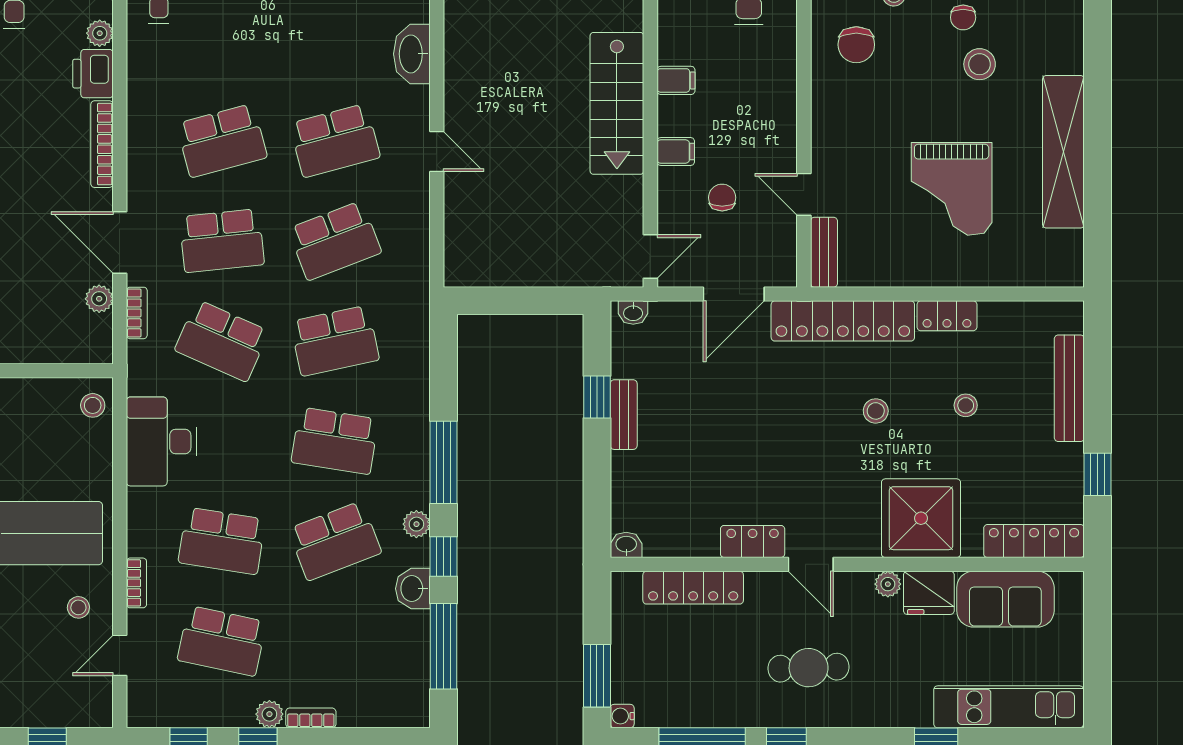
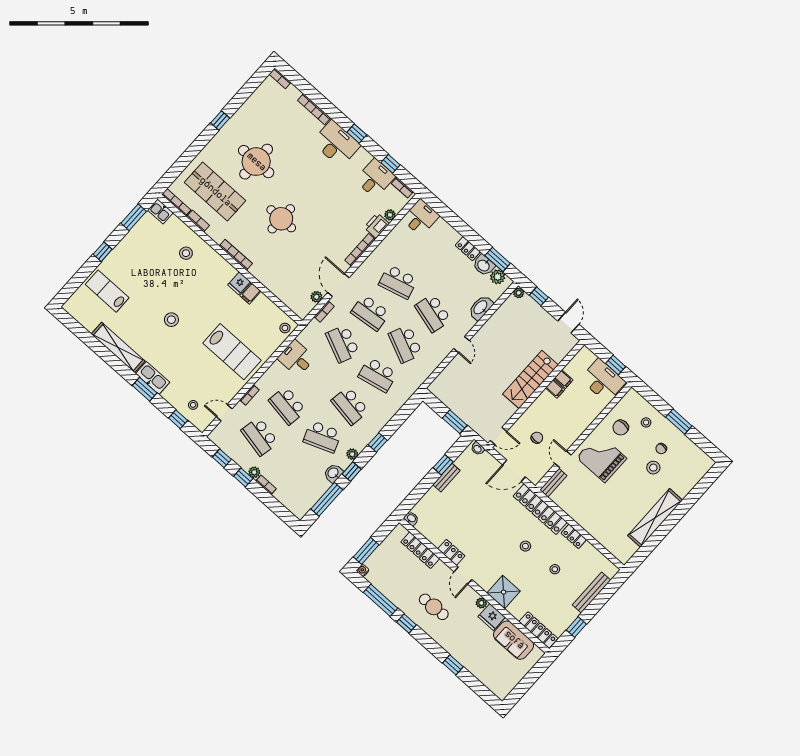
school desk: (335, 141) -> (433, 313), turned 30
filing cabinet: (676, 152) -> (563, 379), moved
grand piano: (952, 189) -> (602, 458), moved, turned 90
school desk: (335, 241) -> (405, 344), turned 45
window: (549, 301) -> (455, 422), added
desk: (161, 441) -> (296, 358), width x0.73
window: (443, 462) -> (378, 443), width x0.46
shower: (921, 518) -> (504, 592), width x0.73, depth x0.73
stool: (78, 607) -> (193, 405), moved
kitchen unit: (1009, 707) -> (485, 674), removed

